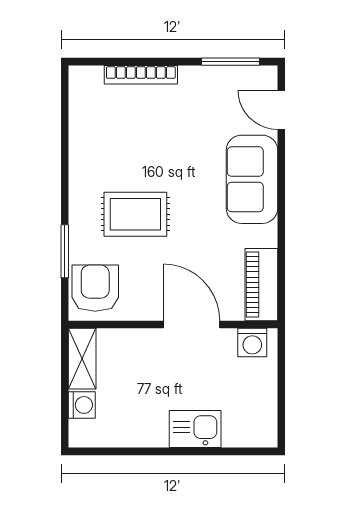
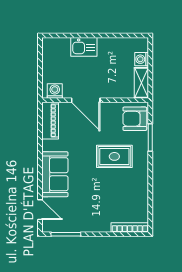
bookcase: (141, 75) -> (130, 228), moved
armchair: (95, 288) -> (135, 119), turned 90

